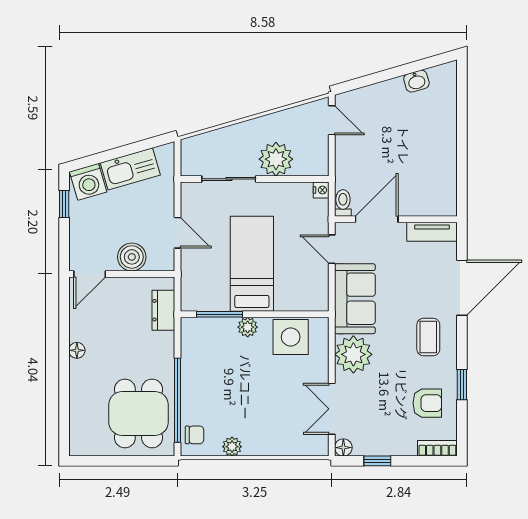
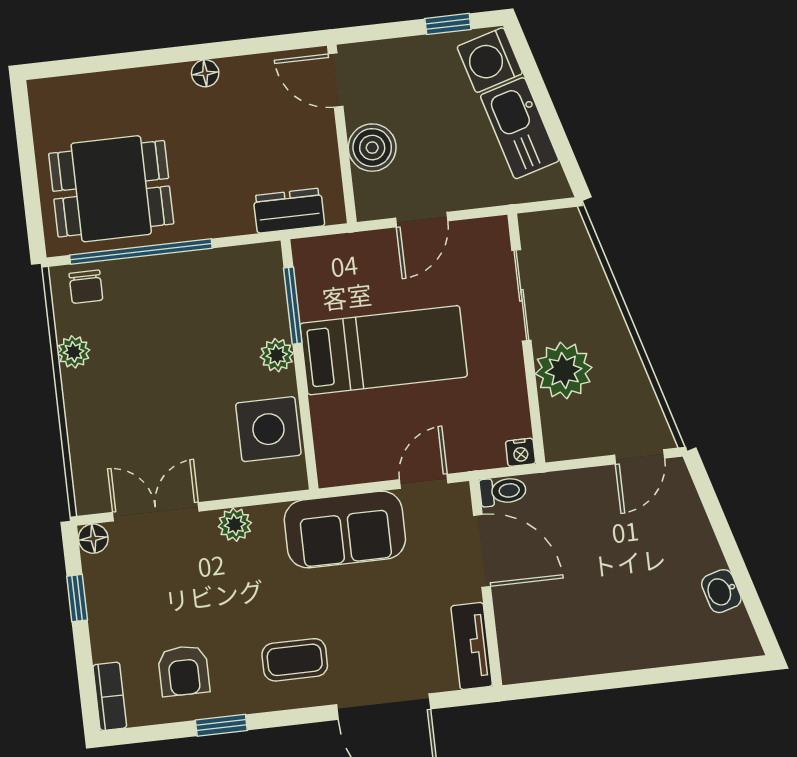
plant: (353, 354) -> (235, 525), width x0.53, depth x0.53

